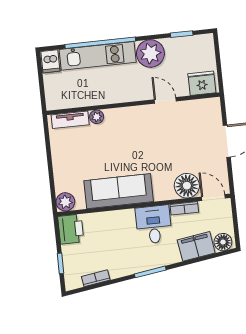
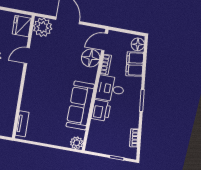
plant: (97, 117) -> (43, 27), moved, width x1.88, depth x1.88
printer: (71, 229) -> (101, 110), moved, turned 90

